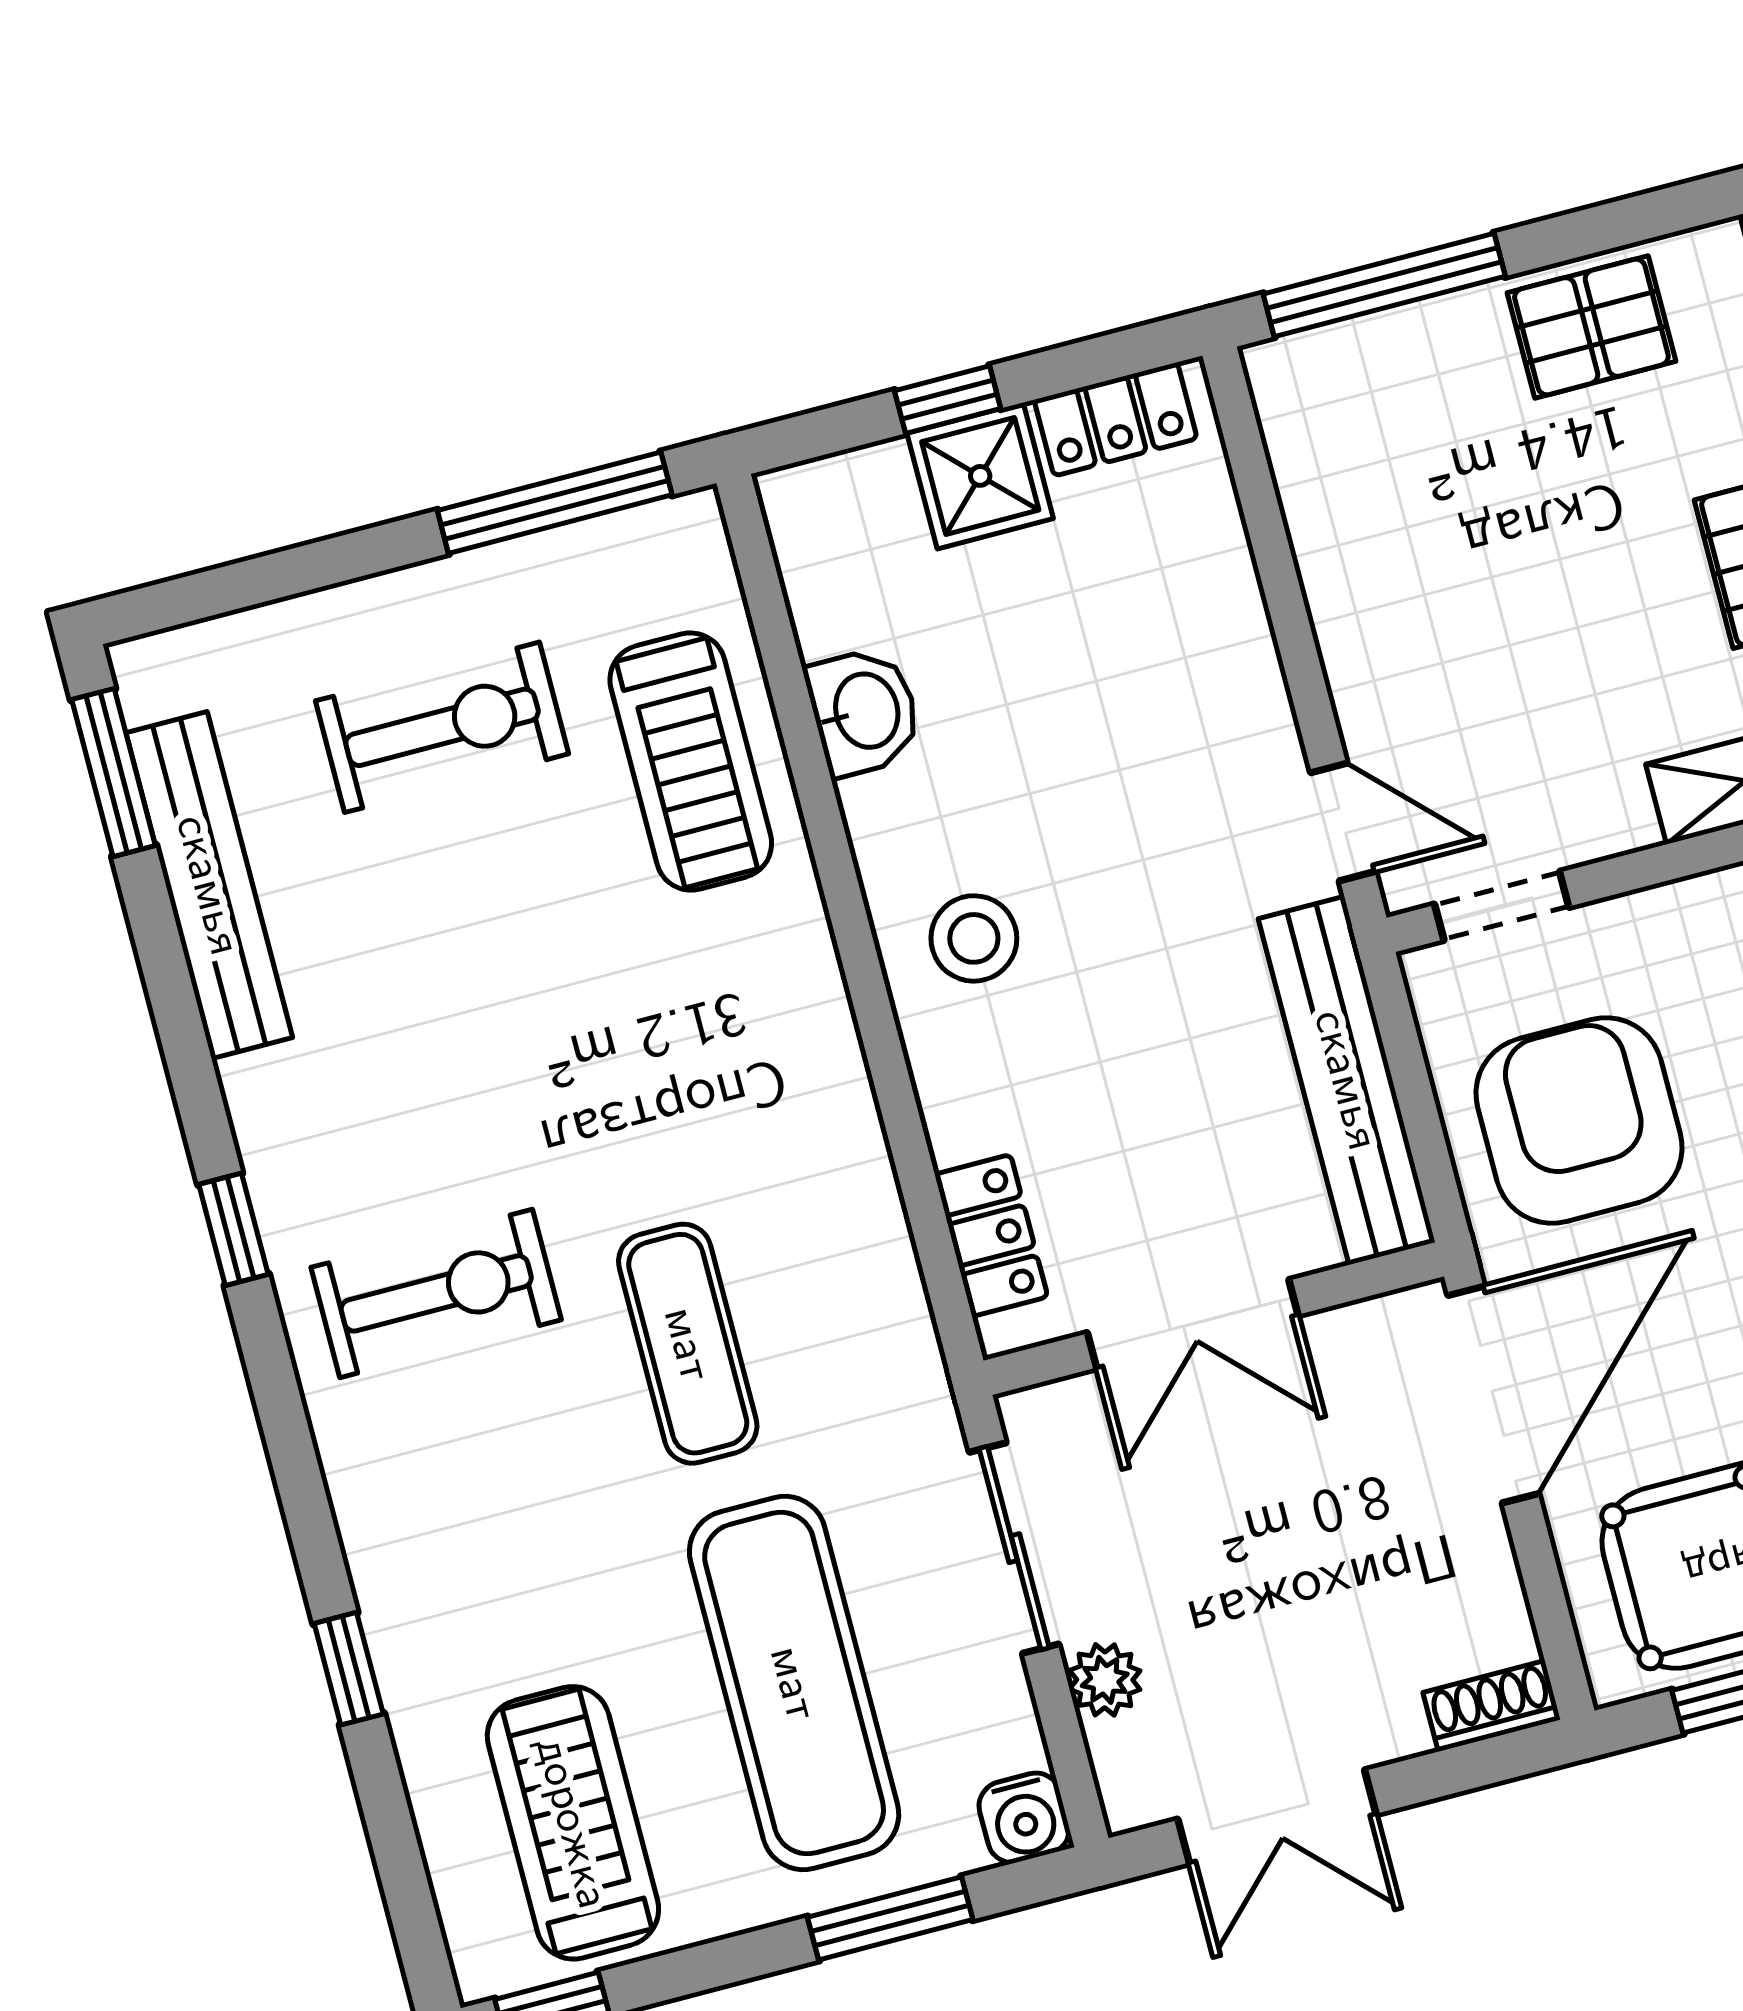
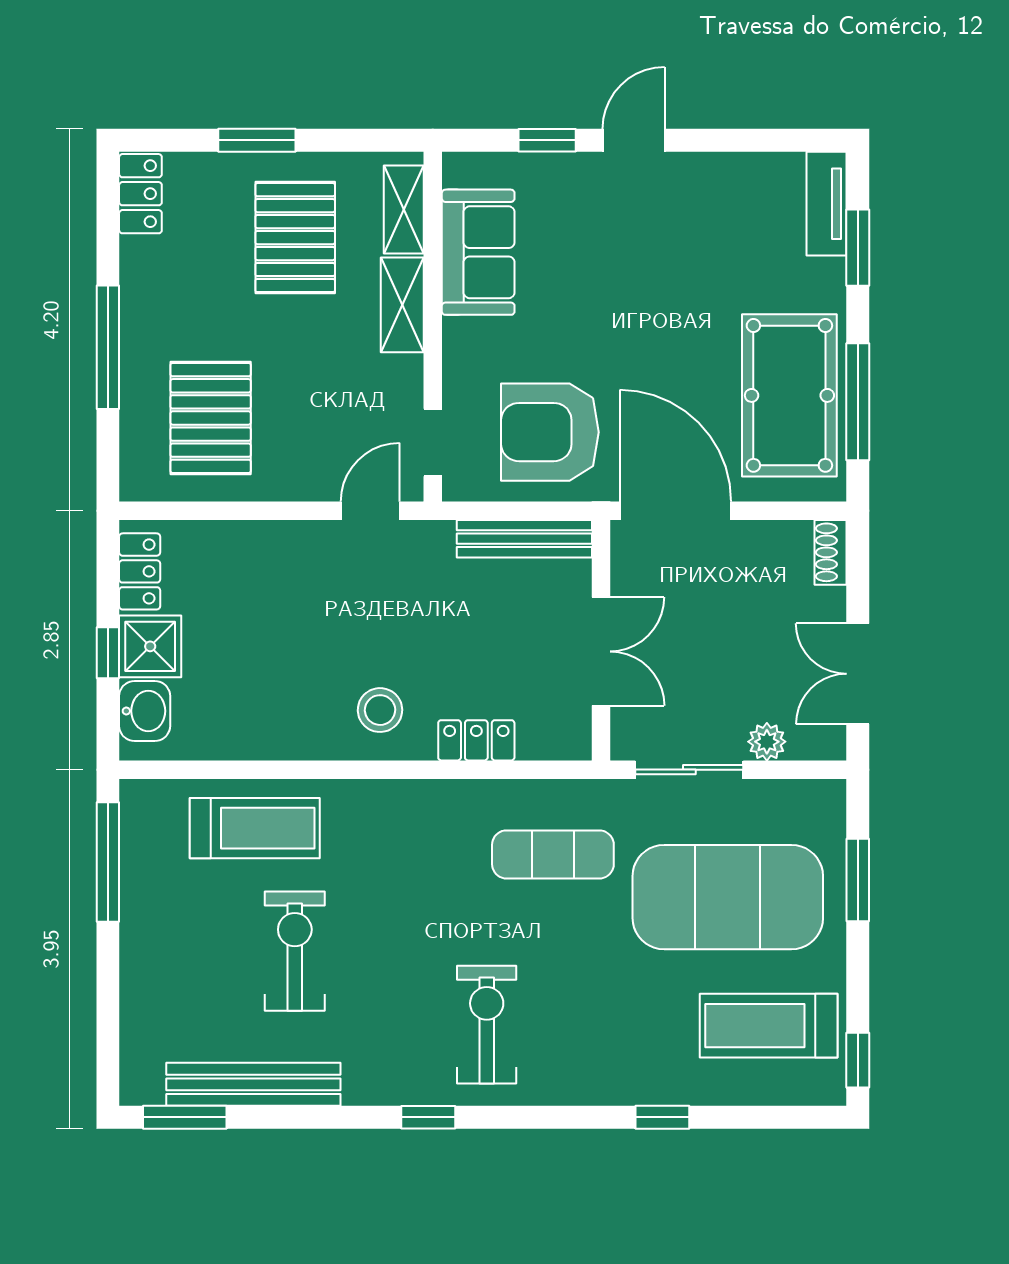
window: (1384, 285) -> (108, 347), moved
pallet: (1591, 327) -> (211, 418), moved, width x1.50, depth x1.42
washbasin: (864, 711) -> (145, 711), moved, turned 90
exercise bike: (442, 727) -> (295, 951), moved
bench: (1347, 1080) -> (524, 539), width x0.73, depth x0.82
locker: (991, 1236) -> (476, 740), moved
exercise mat: (688, 1344) -> (553, 854), moved
exercise mat: (794, 1683) -> (728, 897), width x1.47
double door: (1277, 1817) -> (858, 674), swing flipped
water cooler: (1024, 1818) -> (825, 800), removed

